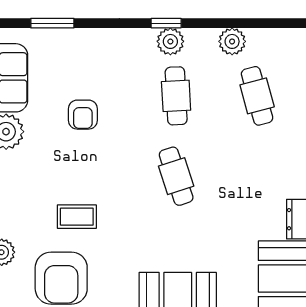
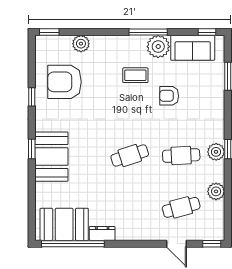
coffee table: (77, 217) -> (135, 75), moved, turned 90

